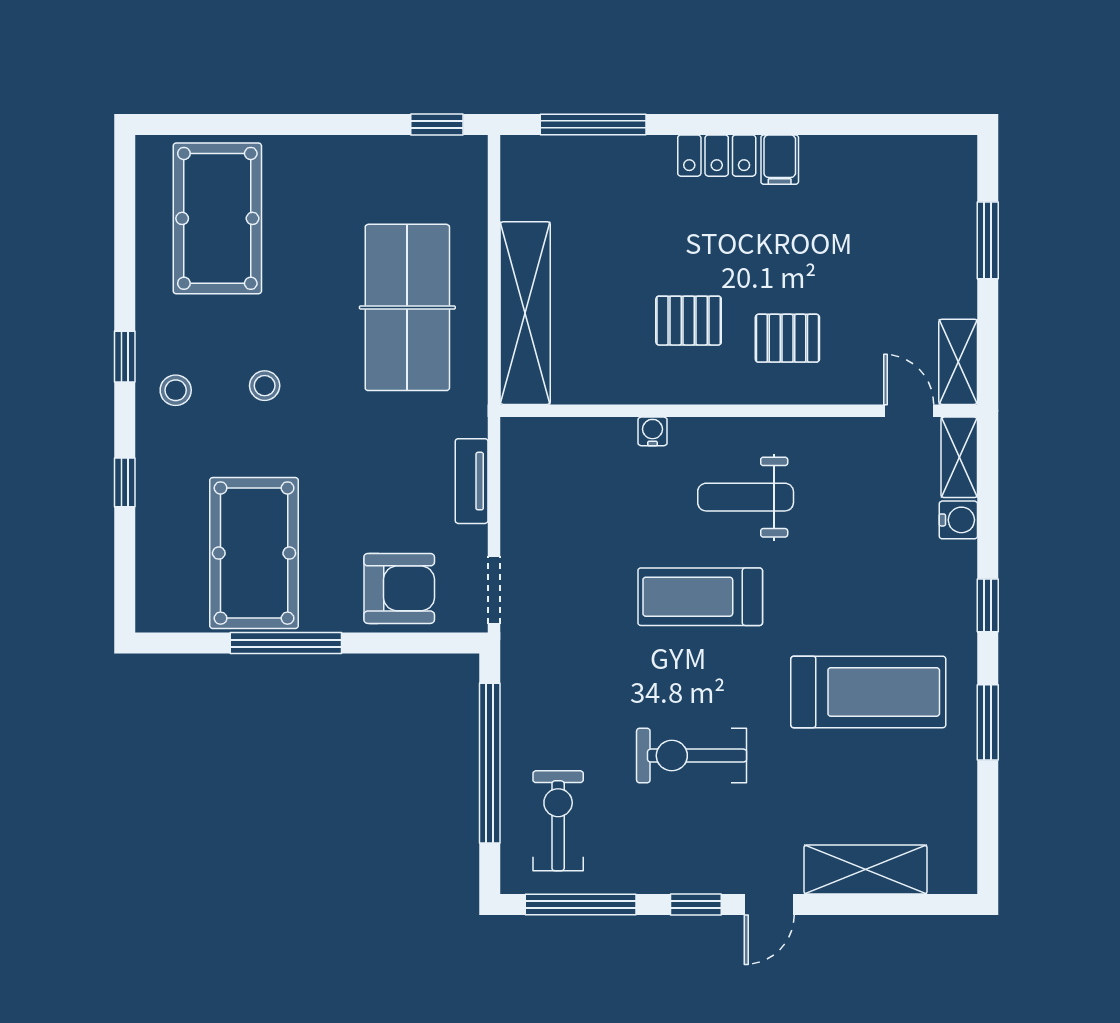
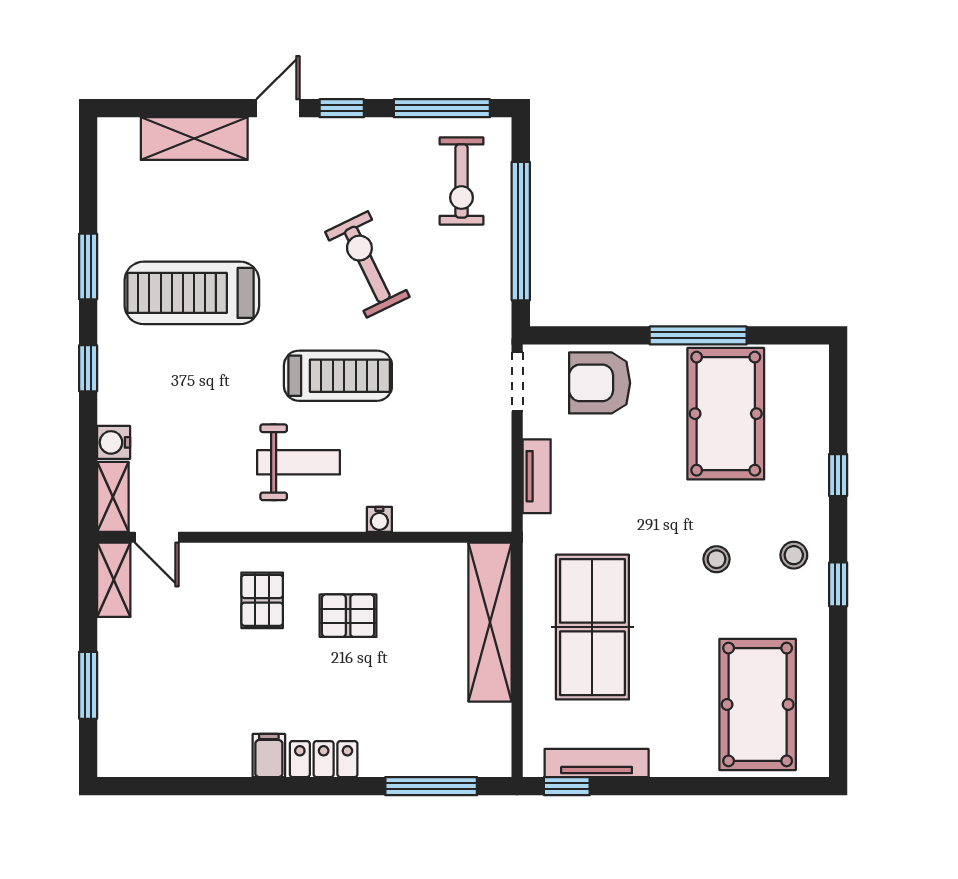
tv unit: (403, 151) -> (597, 763), added
pallet: (787, 338) -> (262, 600), turned 90
exercise bike: (692, 756) -> (367, 264), moved, turned -116

